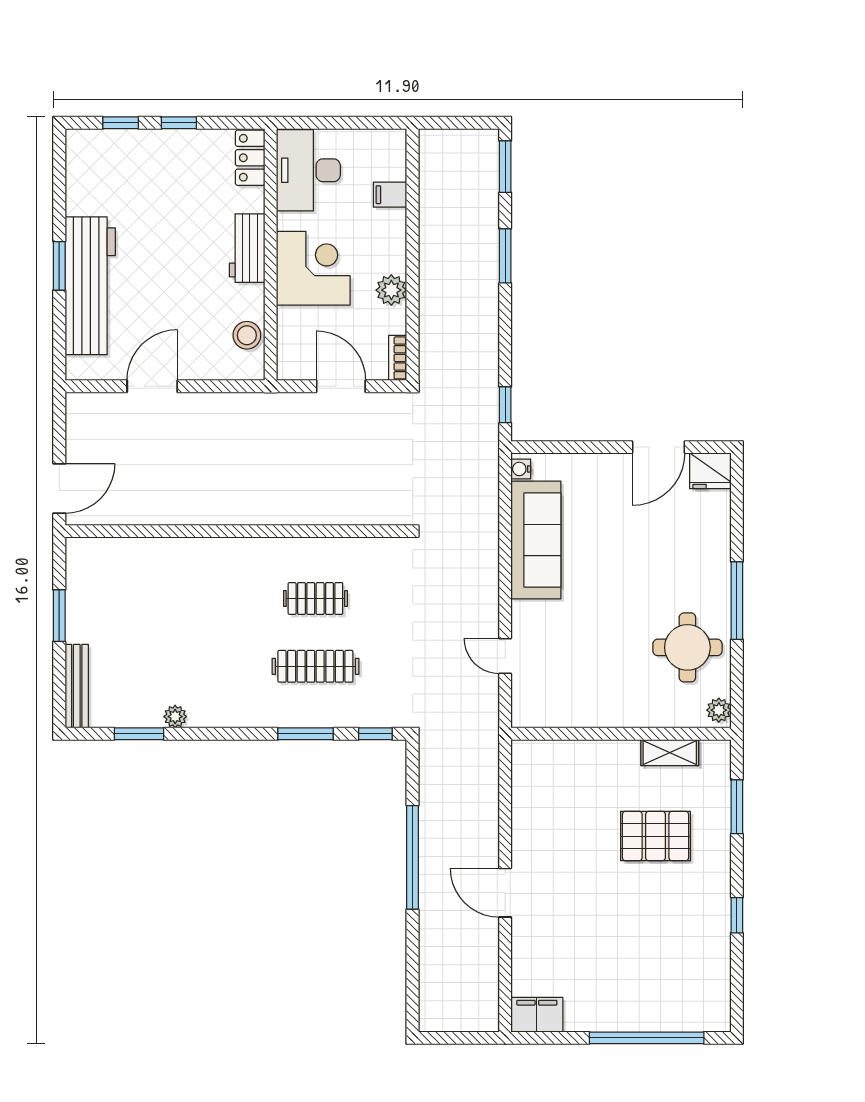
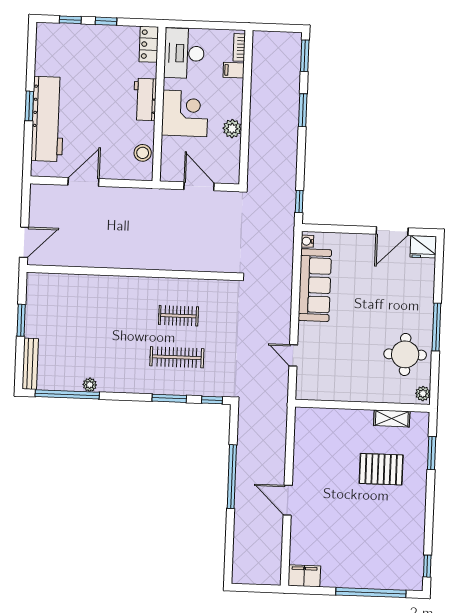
bookcase: (398, 358) -> (239, 47), moved
window: (139, 734) -> (67, 394), width x2.11
window: (737, 915) -> (427, 566), moved

